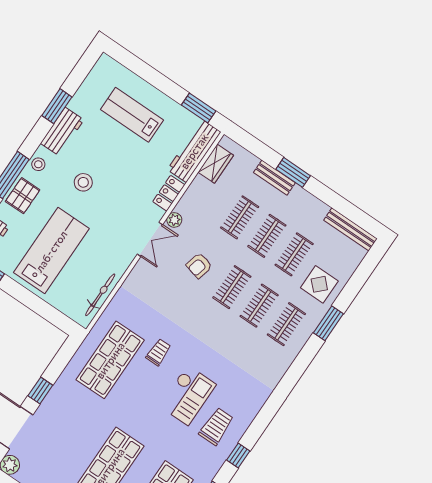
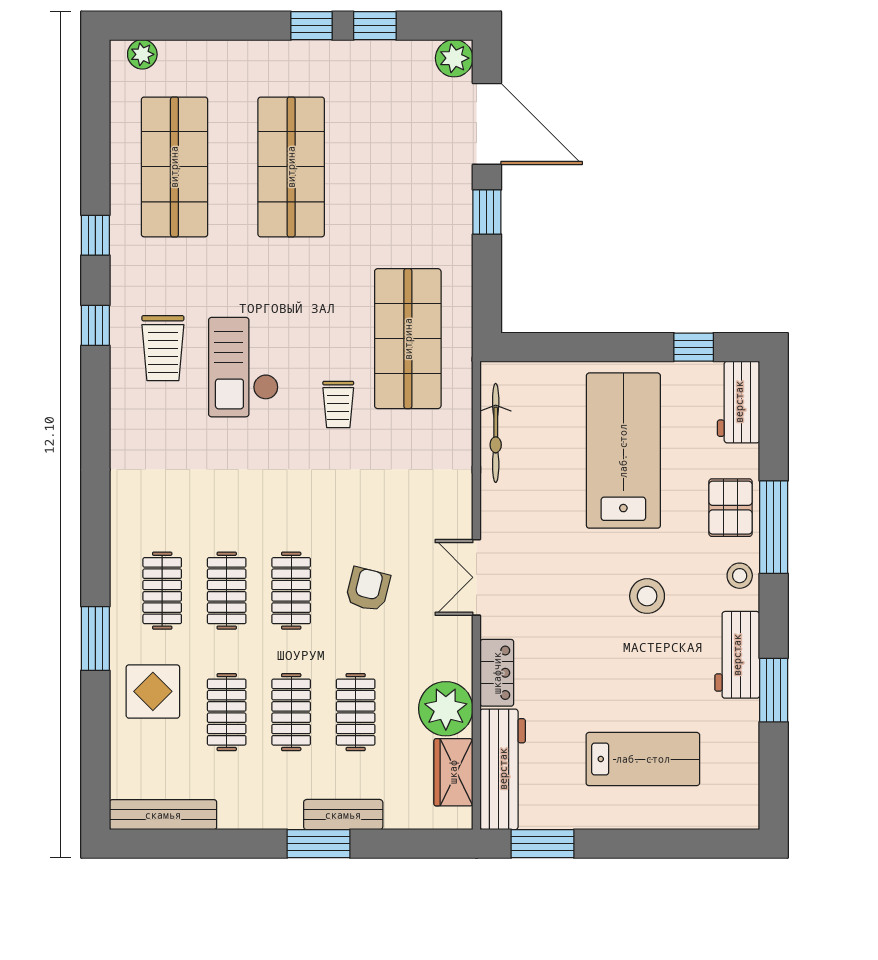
plant: (174, 220) -> (446, 709), moved, width x1.88, depth x1.88
lab bench: (51, 251) -> (623, 451), turned 180

